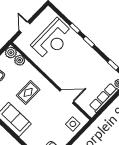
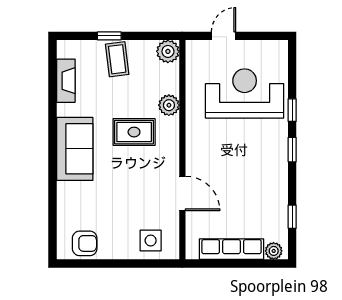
reception desk: (52, 40) -> (245, 94), turned 180
plant: (20, 60) -> (169, 105), moved

